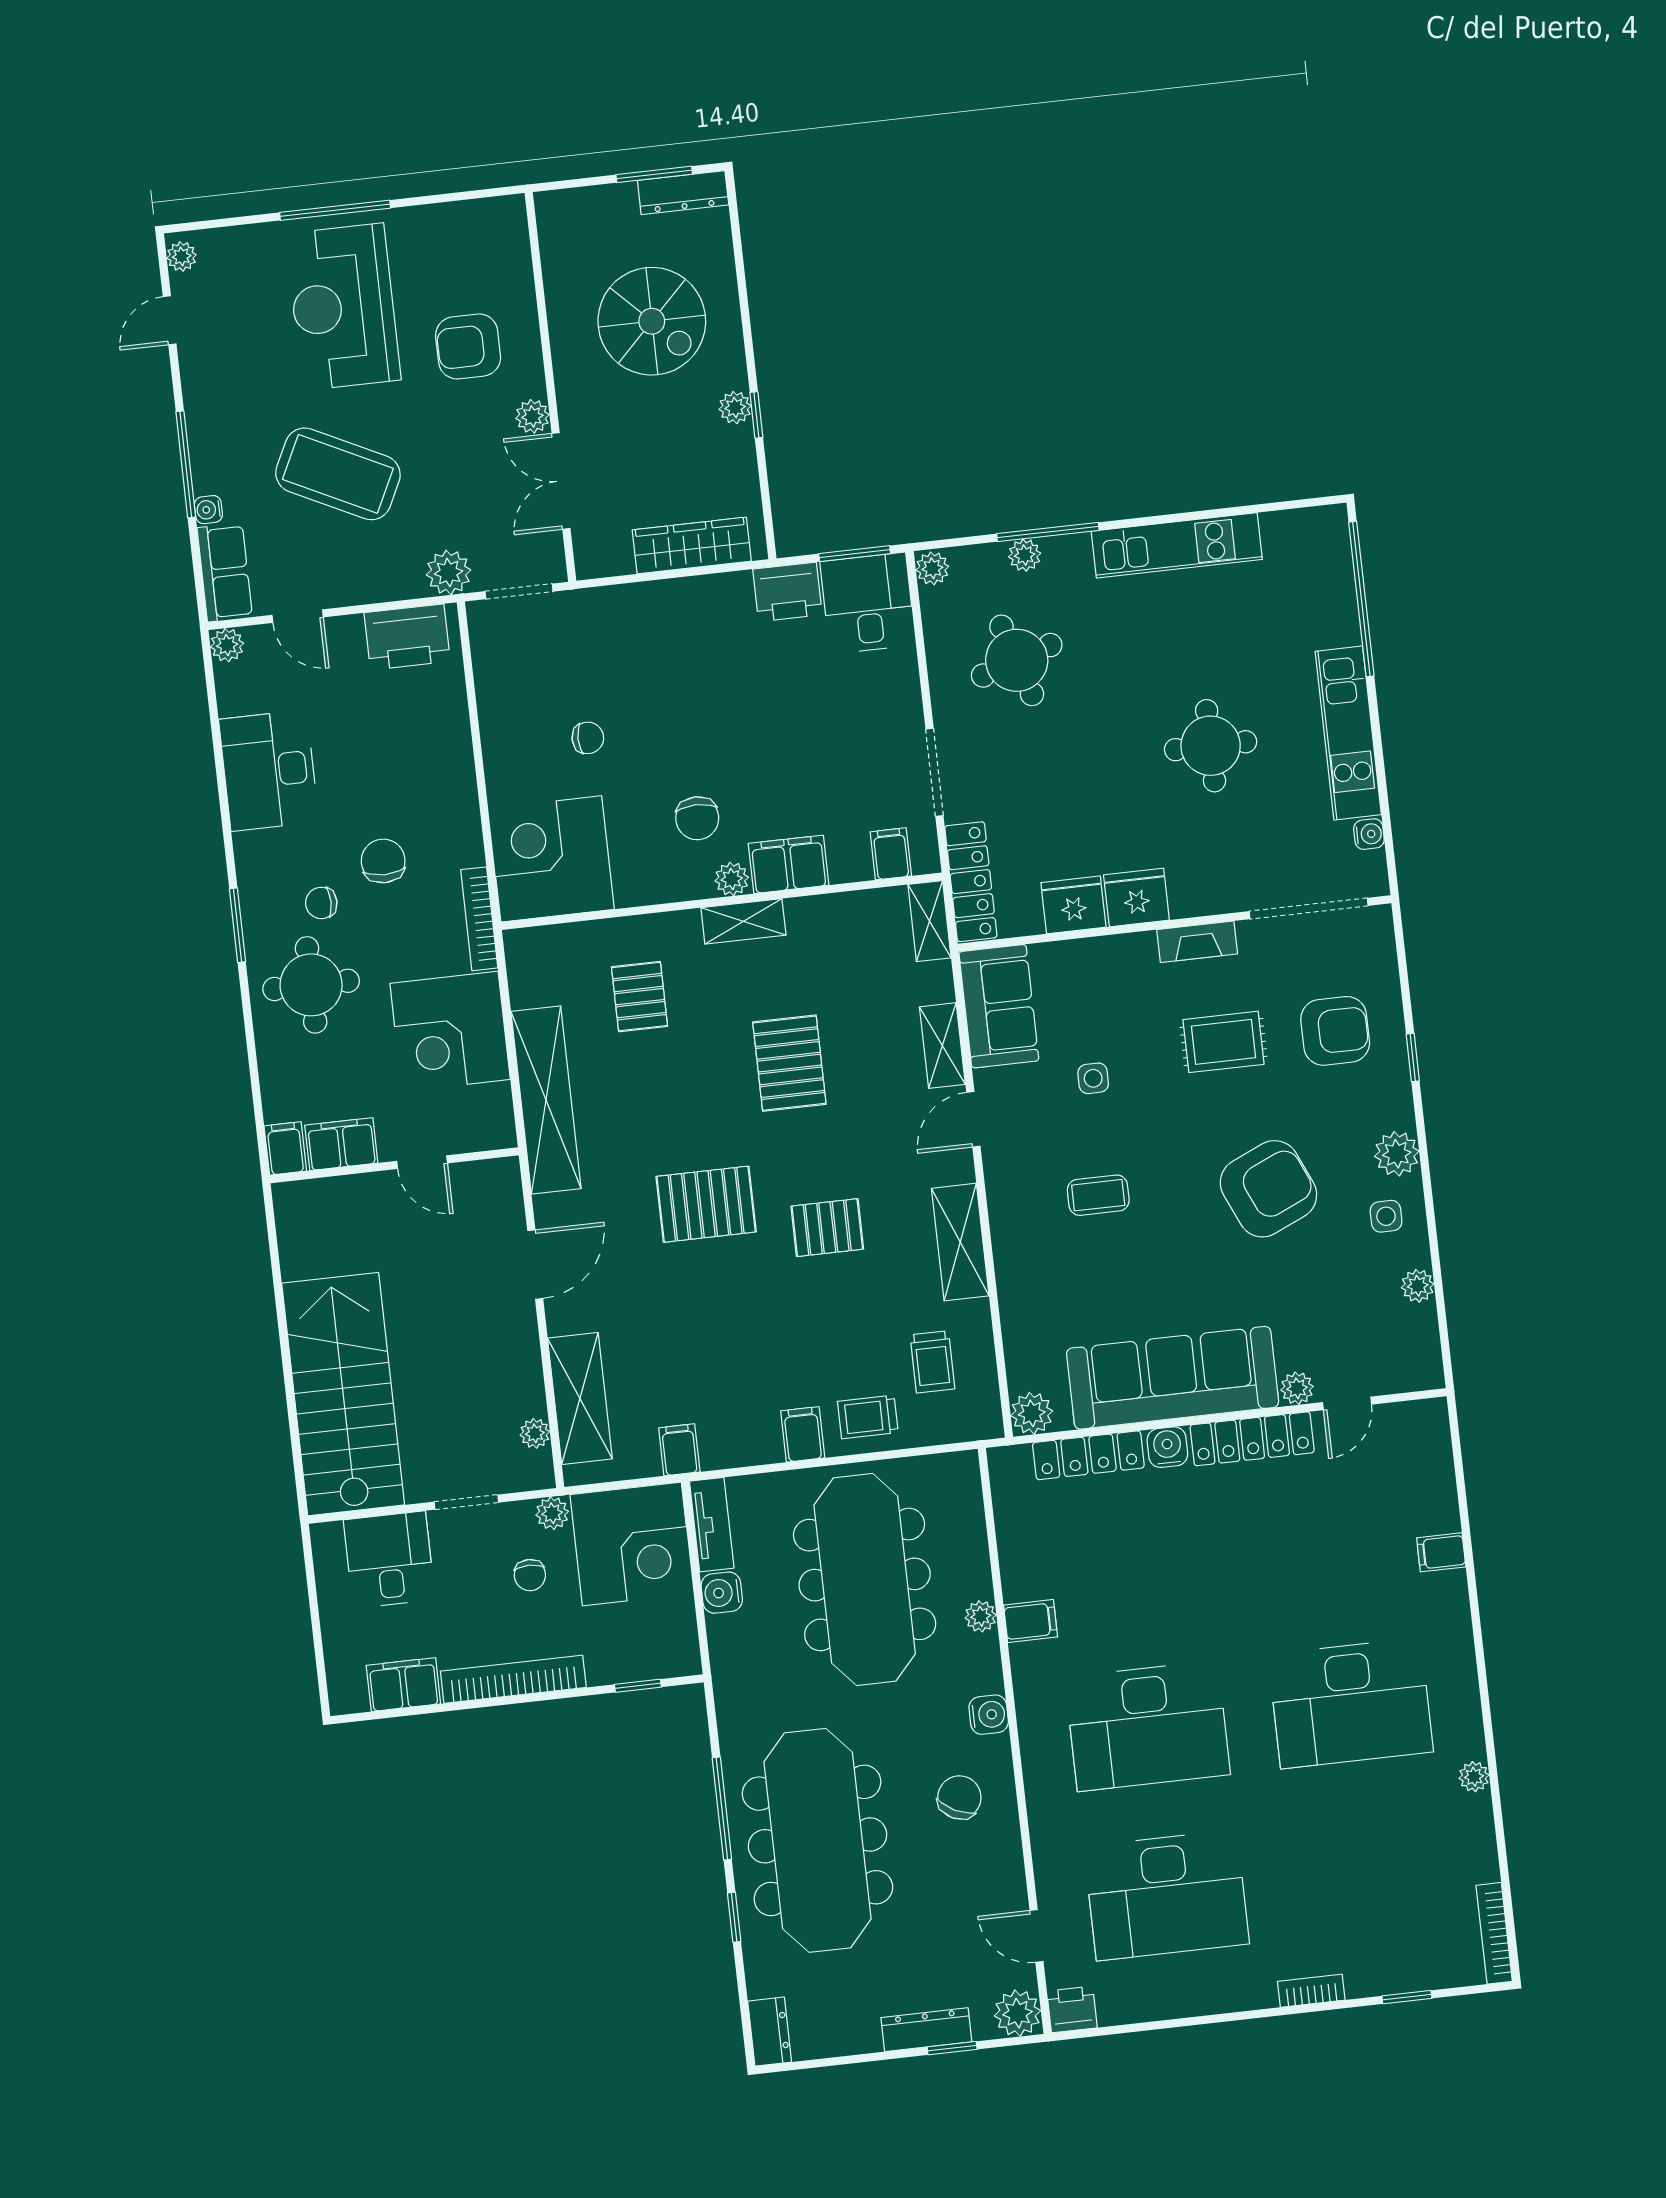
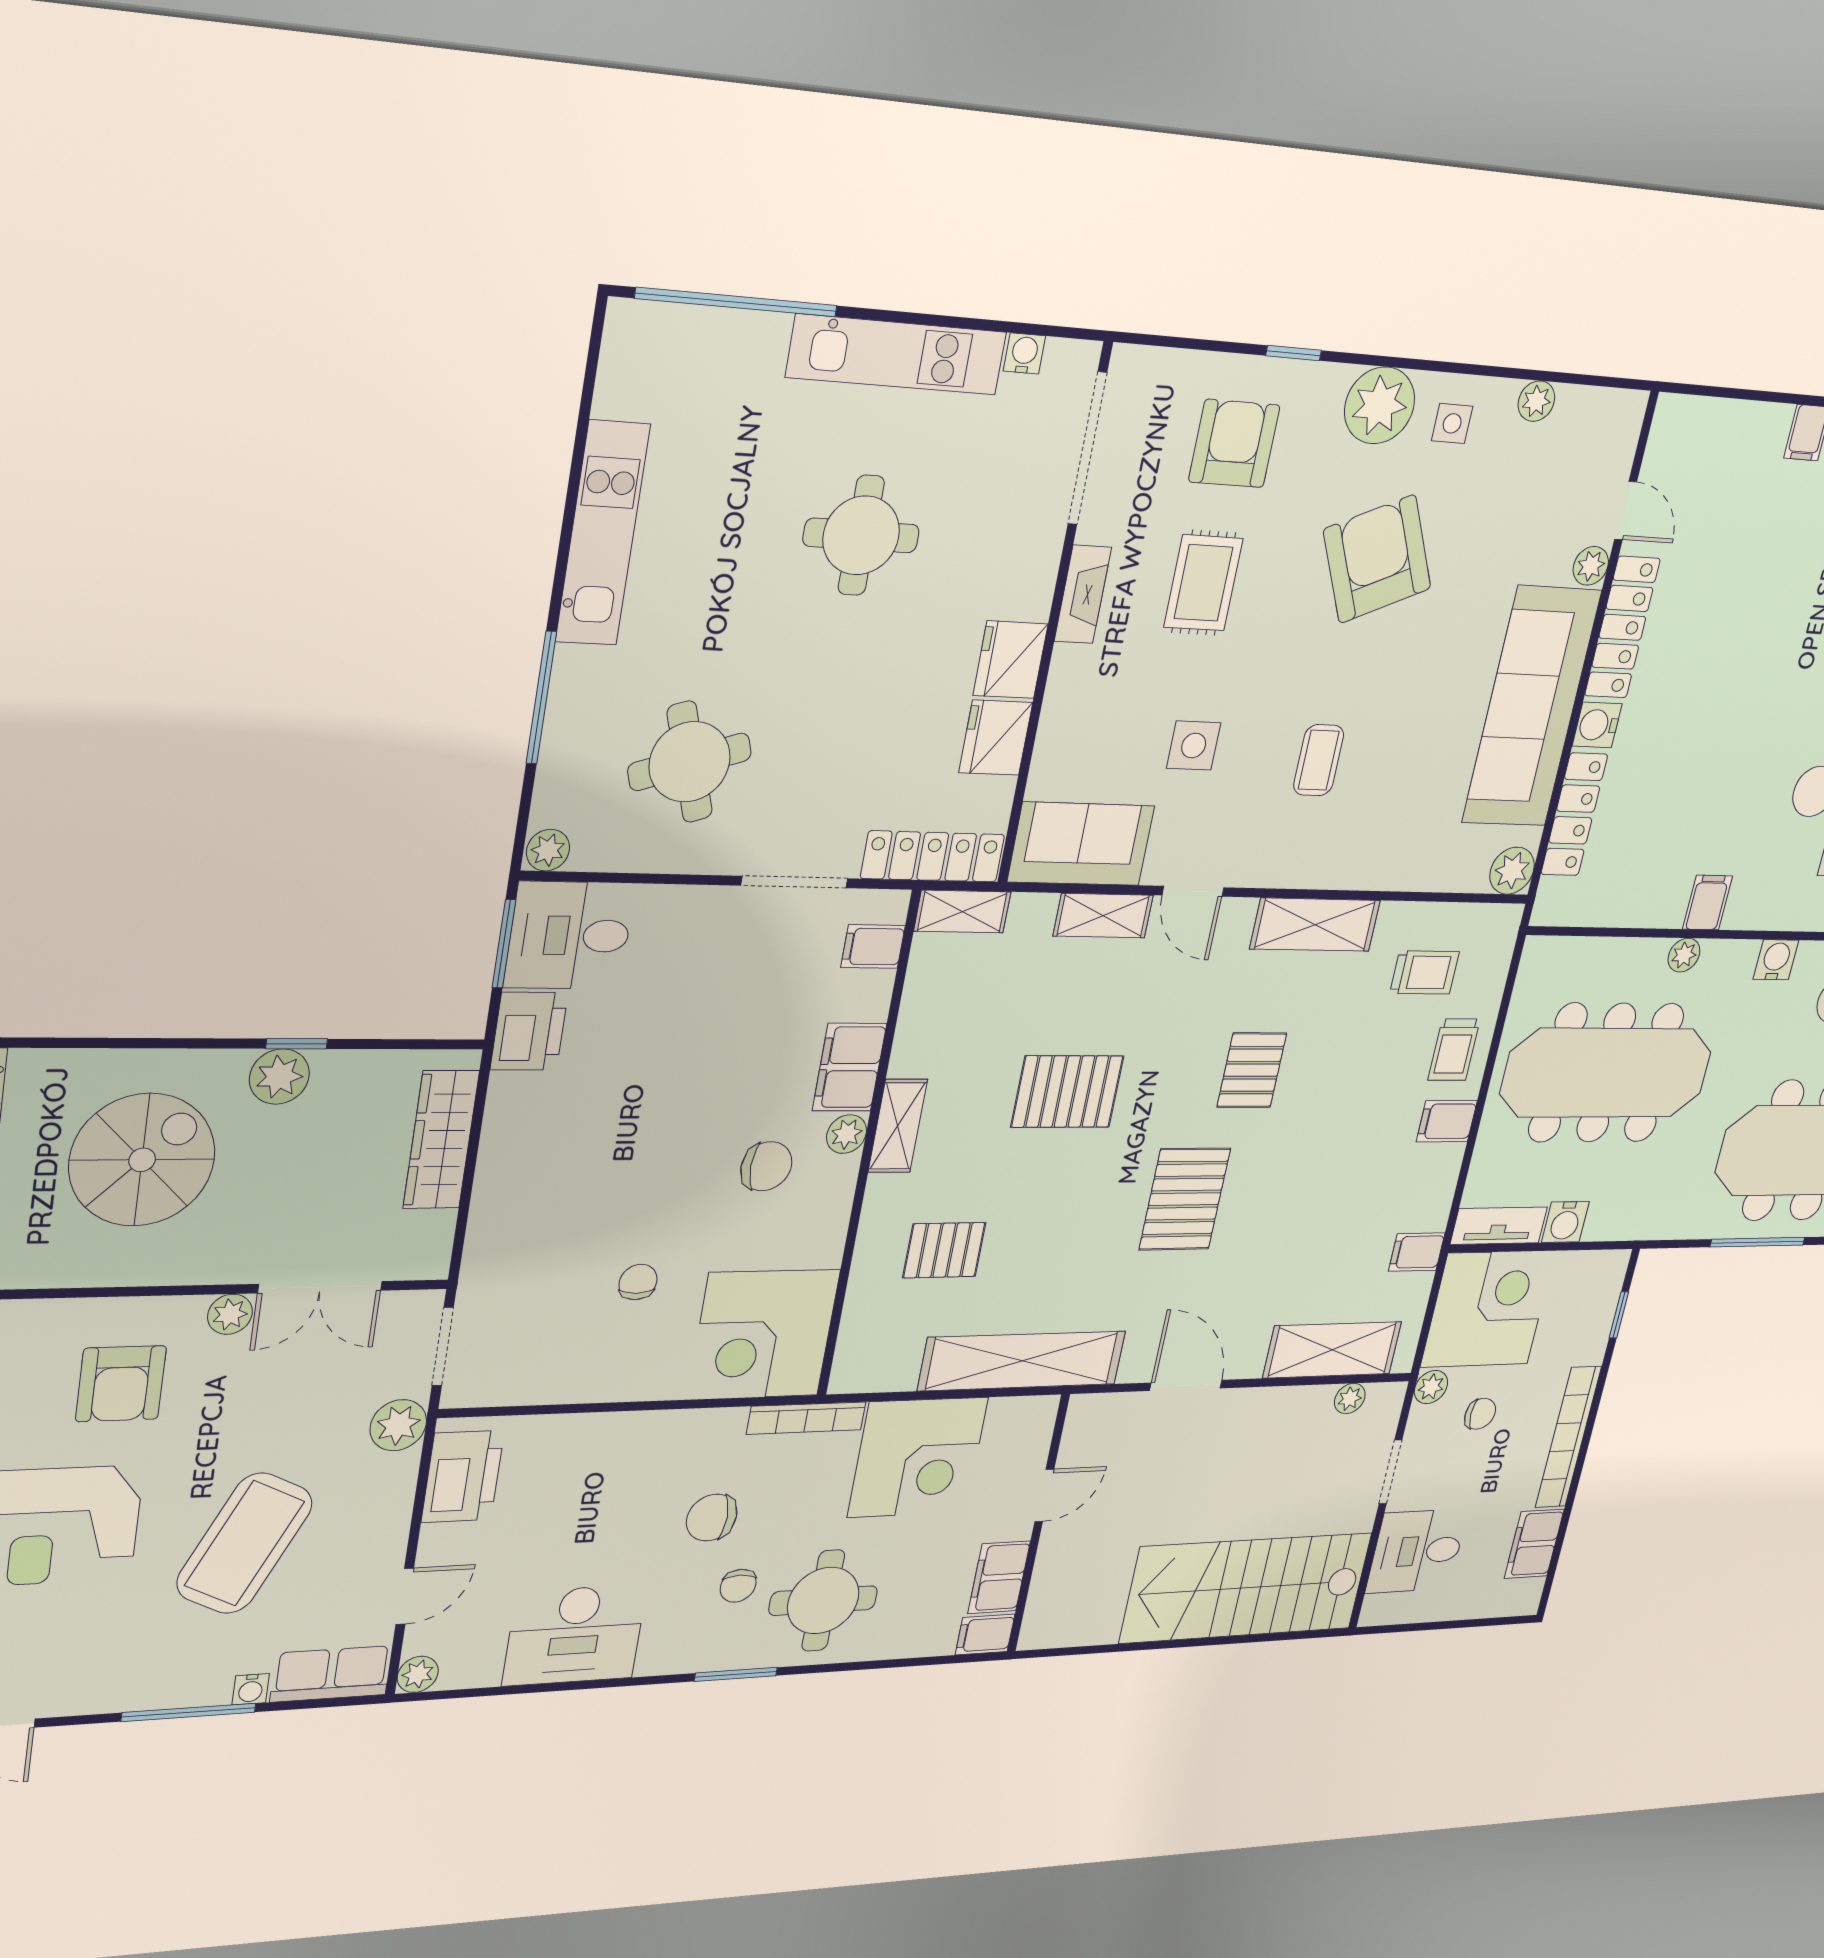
plant: (735, 408) -> (279, 1077), width x1.38, depth x1.38
plant: (1025, 555) -> (562, 732), removed
side table: (1093, 1078) -> (1194, 746), width x1.37, depth x1.37
plant: (1397, 1154) -> (1380, 405), width x1.36, depth x1.36

